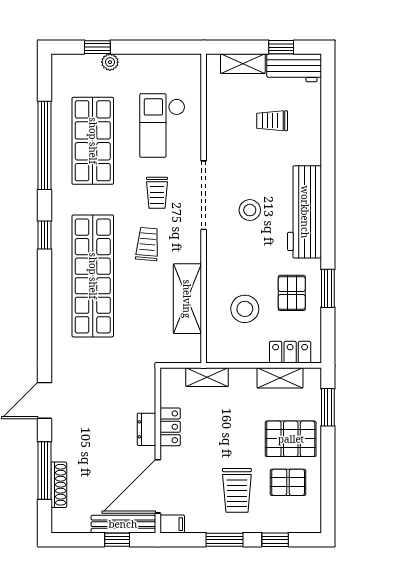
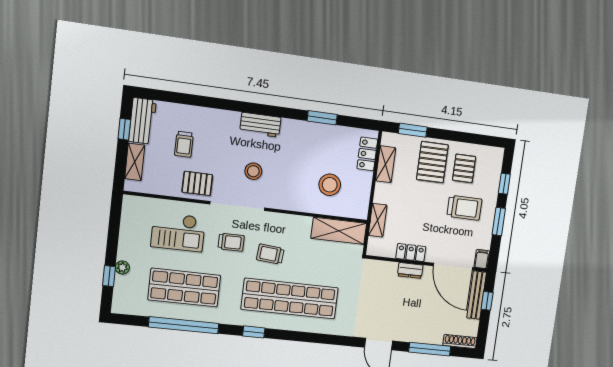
workbench: (305, 212) -> (260, 125), width x0.53, depth x0.76
pallet: (292, 293) -> (197, 183), moved
shelving: (187, 299) -> (339, 231), moved
shoe rack: (59, 485) -> (460, 341), moved

